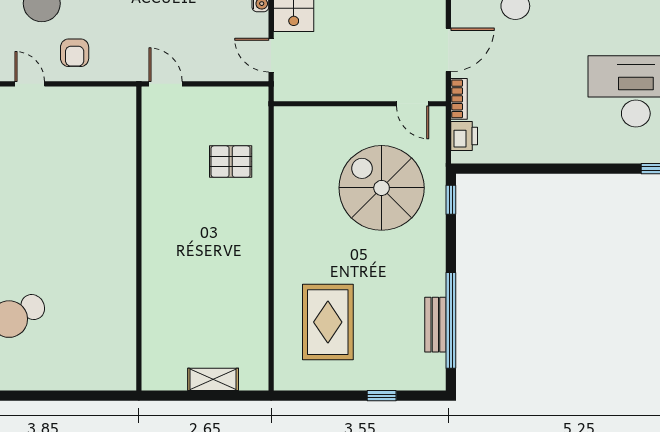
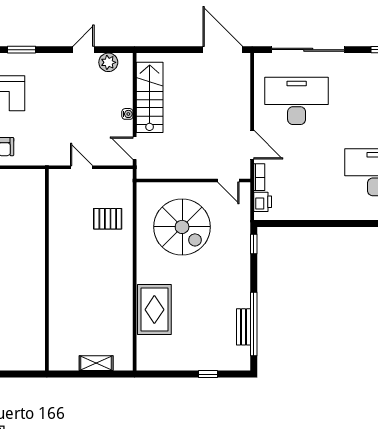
door: (448, 50) -> (252, 145), hinge flipped
door: (166, 84) -> (81, 167), moved
spiral stairs: (382, 188) -> (182, 227), moved, turned 180
rug: (328, 322) -> (154, 310), moved

